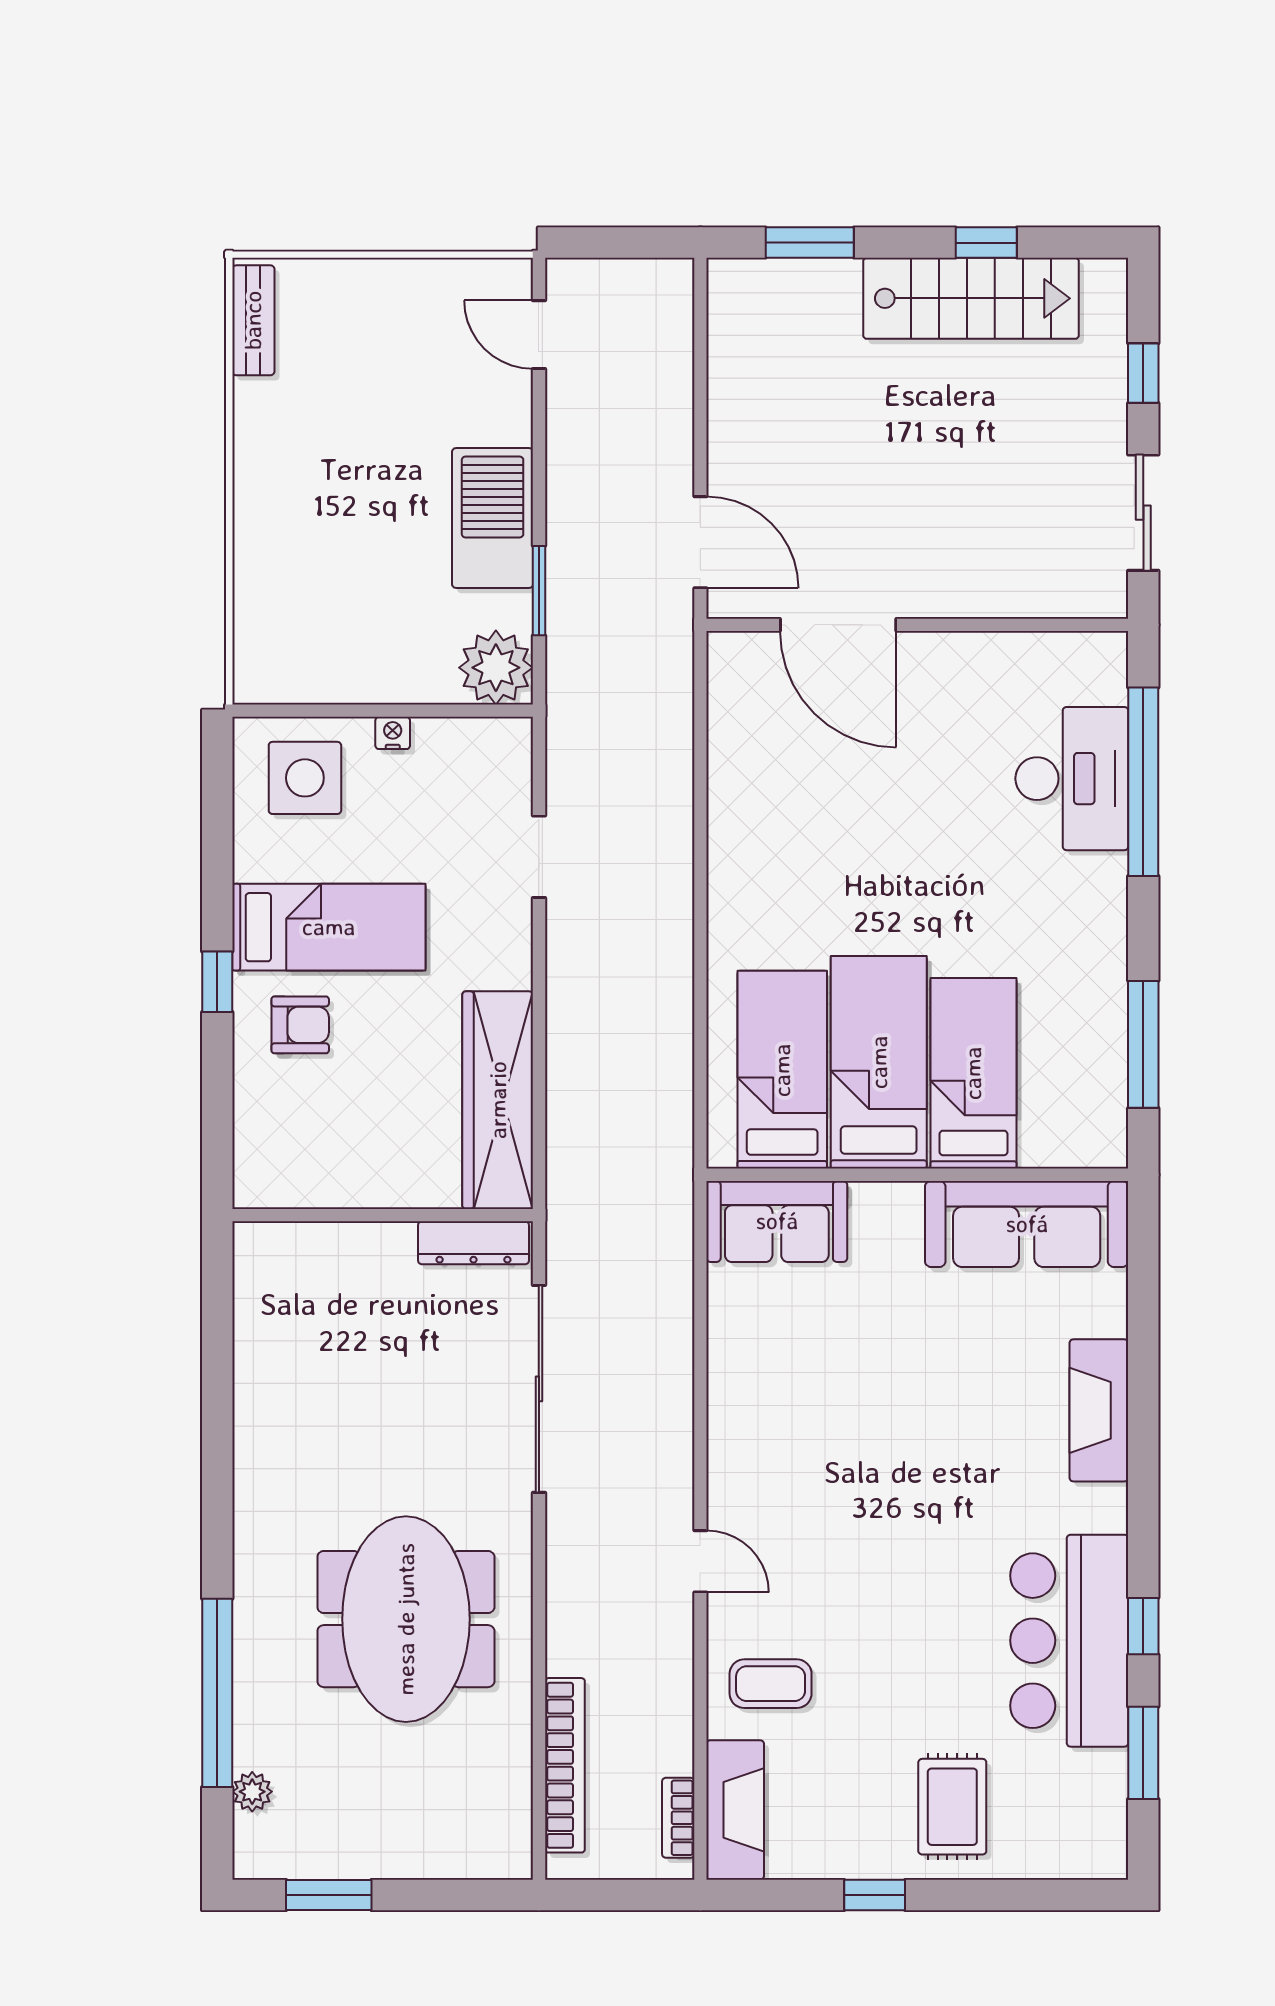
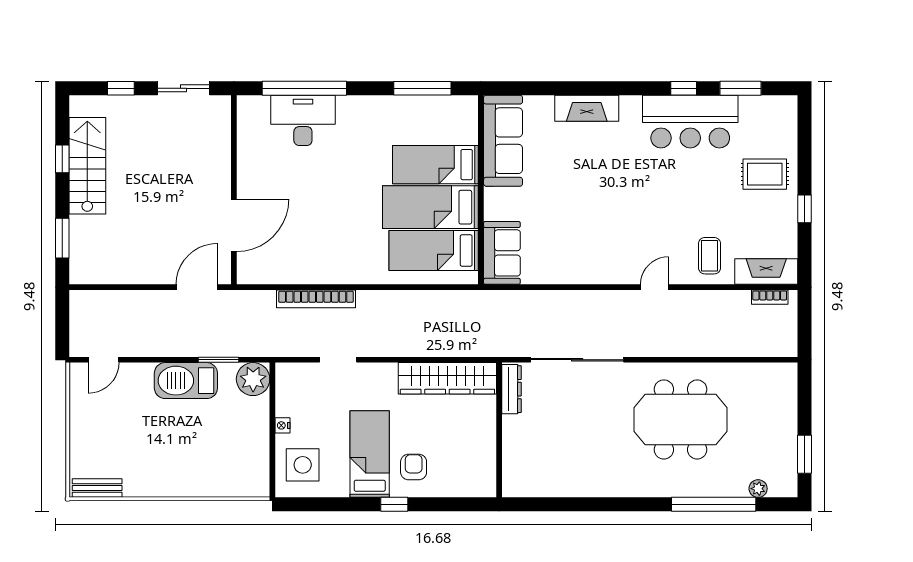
bookcase: (565, 1765) -> (316, 299), moved, turned 180

